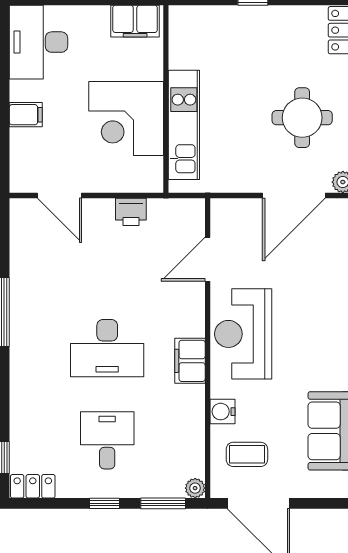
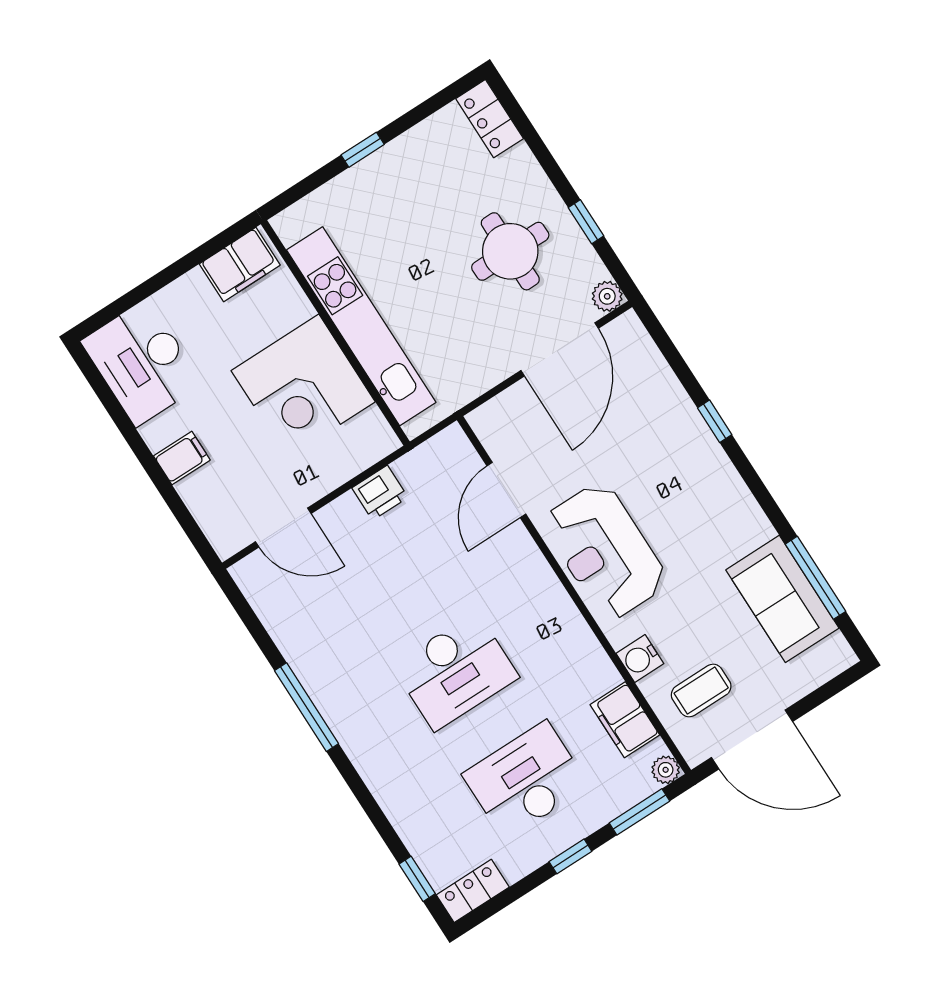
kitchen unit: (184, 125) -> (361, 326), width x1.36
filing cabinet: (190, 361) -> (625, 720), moved
desk: (107, 440) -> (526, 780), width x1.37

